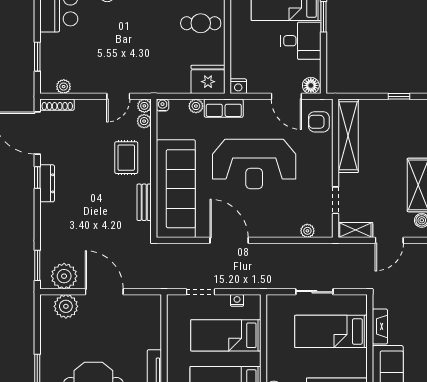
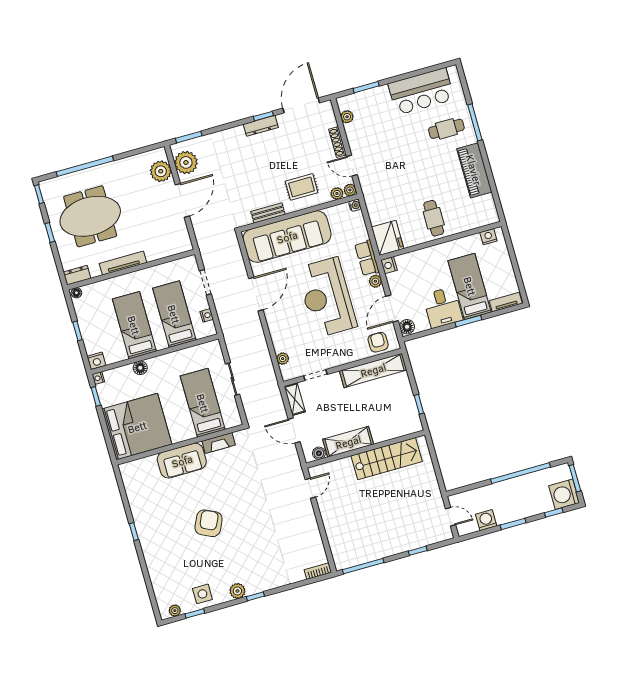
shoe rack: (57, 105) -> (338, 142), moved
plant: (196, 106) -> (375, 281), moved

